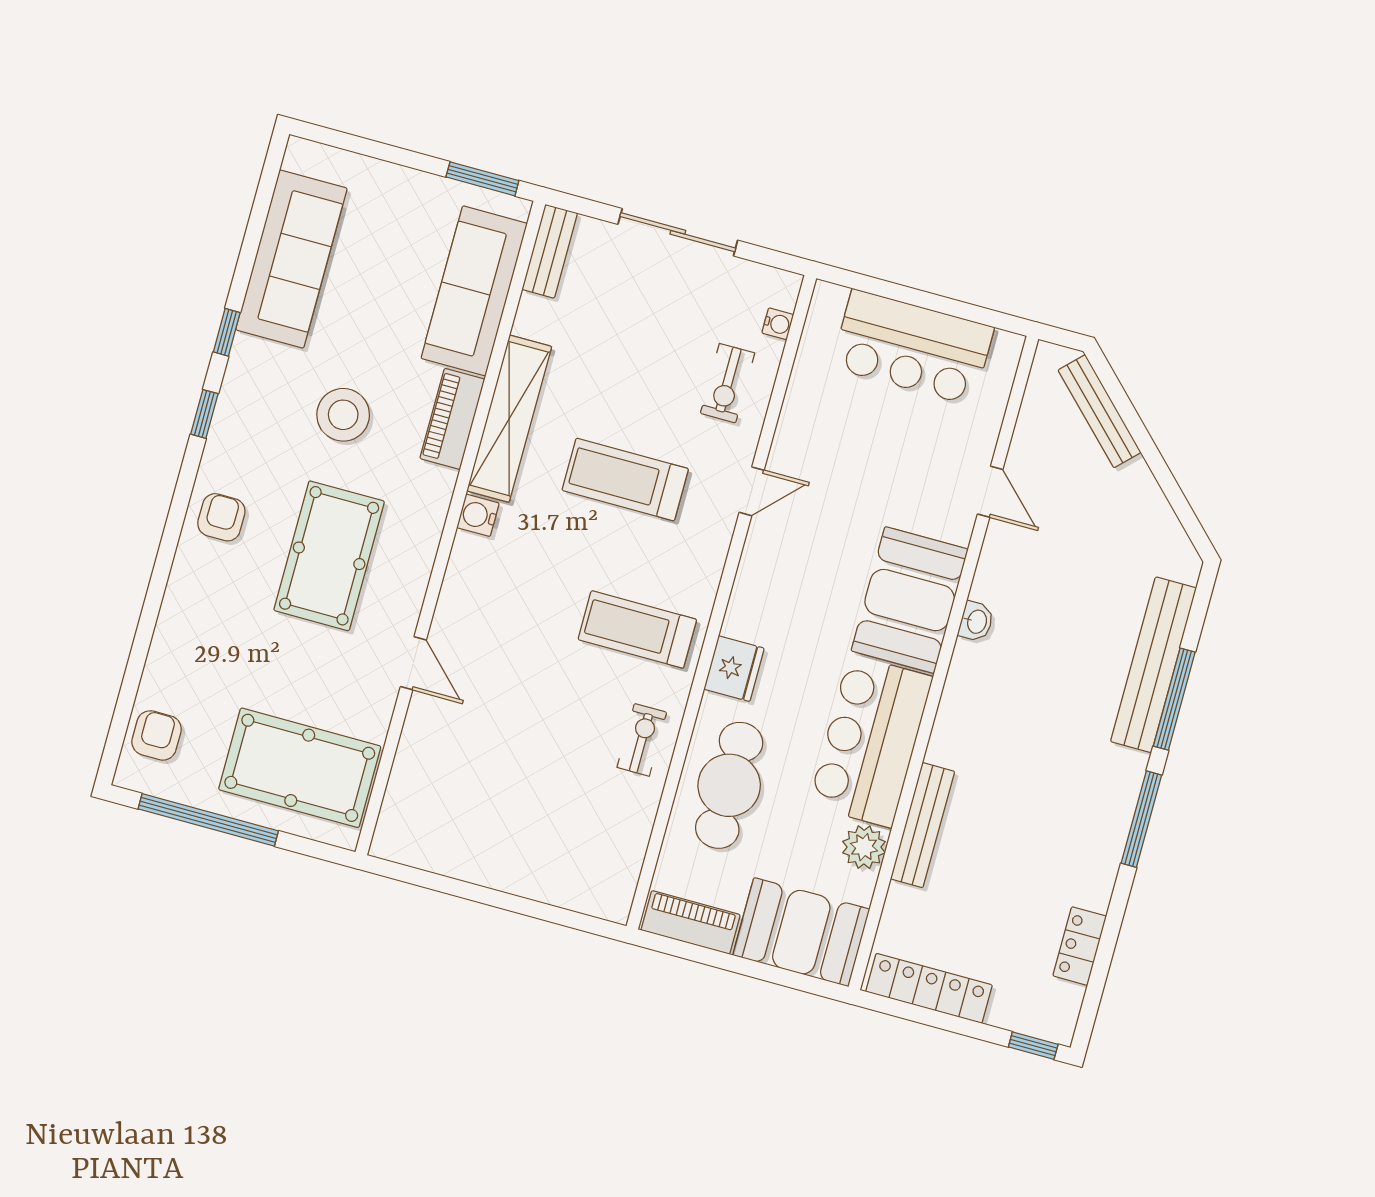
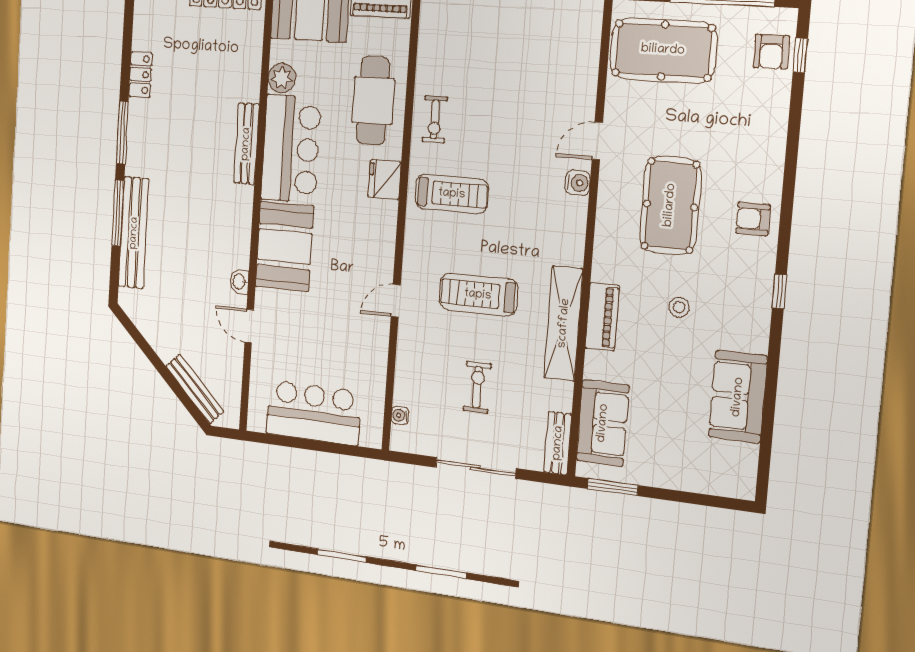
sofa: (291, 259) -> (738, 397), width x0.73
sofa: (474, 291) -> (603, 423), width x0.73
window: (227, 332) -> (800, 55), moved
exercise bike: (728, 383) -> (477, 387), moved
stool: (343, 415) -> (679, 307), width x0.53, depth x0.53
treadmill: (625, 479) -> (478, 295), turned 180
water cooler: (478, 515) -> (578, 183), moved
armchair: (221, 517) -> (753, 219), turned 90
washbasin: (976, 621) -> (239, 282), moved
door: (413, 663) -> (597, 141), hinge flipped
bench: (923, 825) -> (246, 144), moved
locker: (1080, 946) -> (141, 74), moved

